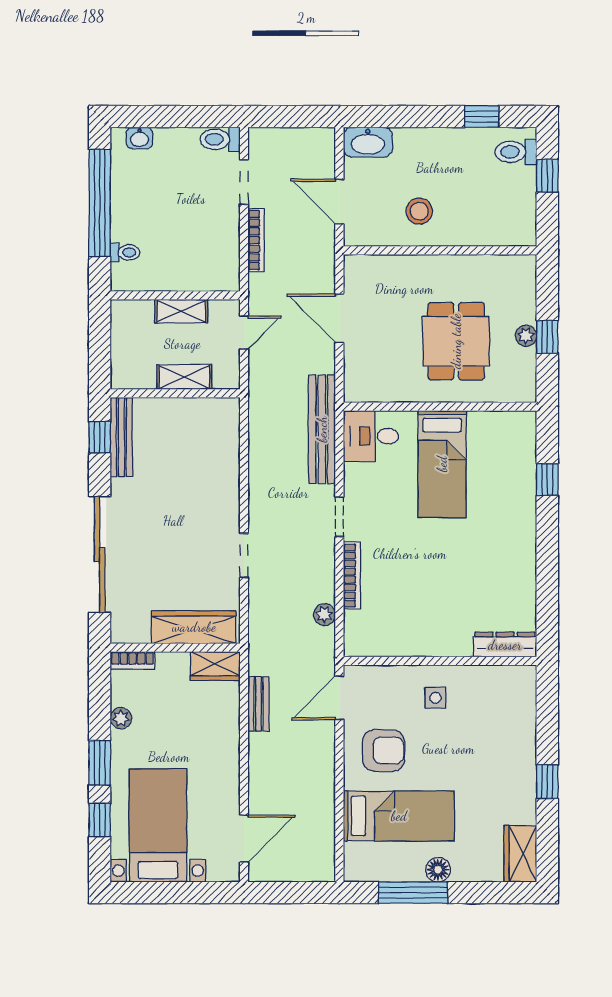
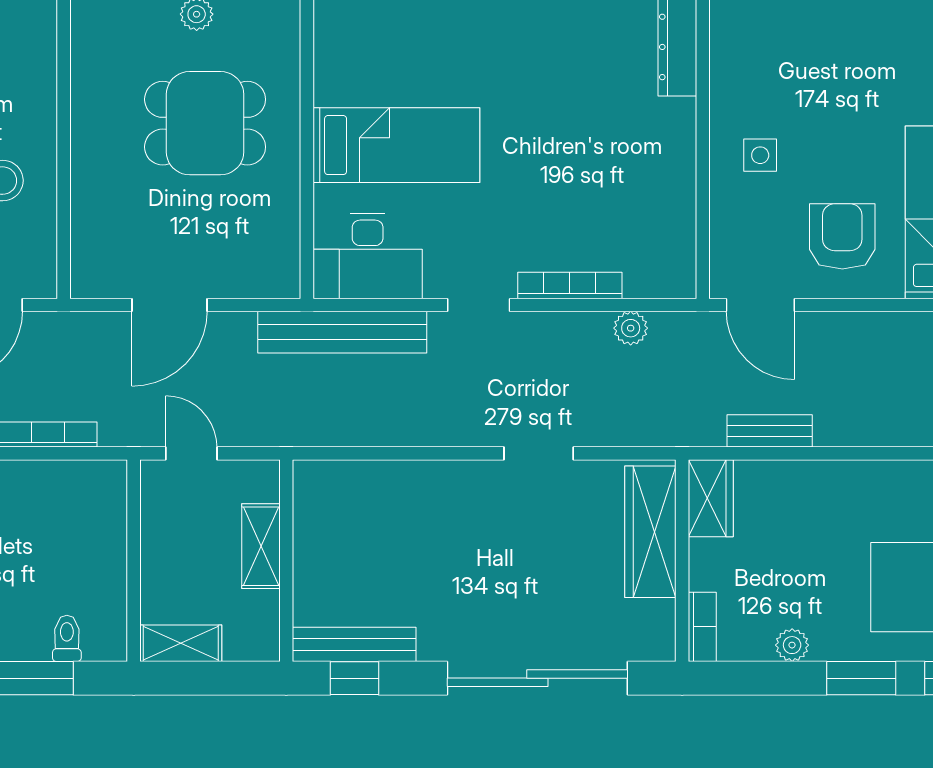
shelving: (181, 311) -> (181, 643), moved, turned 90
desk: (371, 436) -> (368, 256), width x1.37

